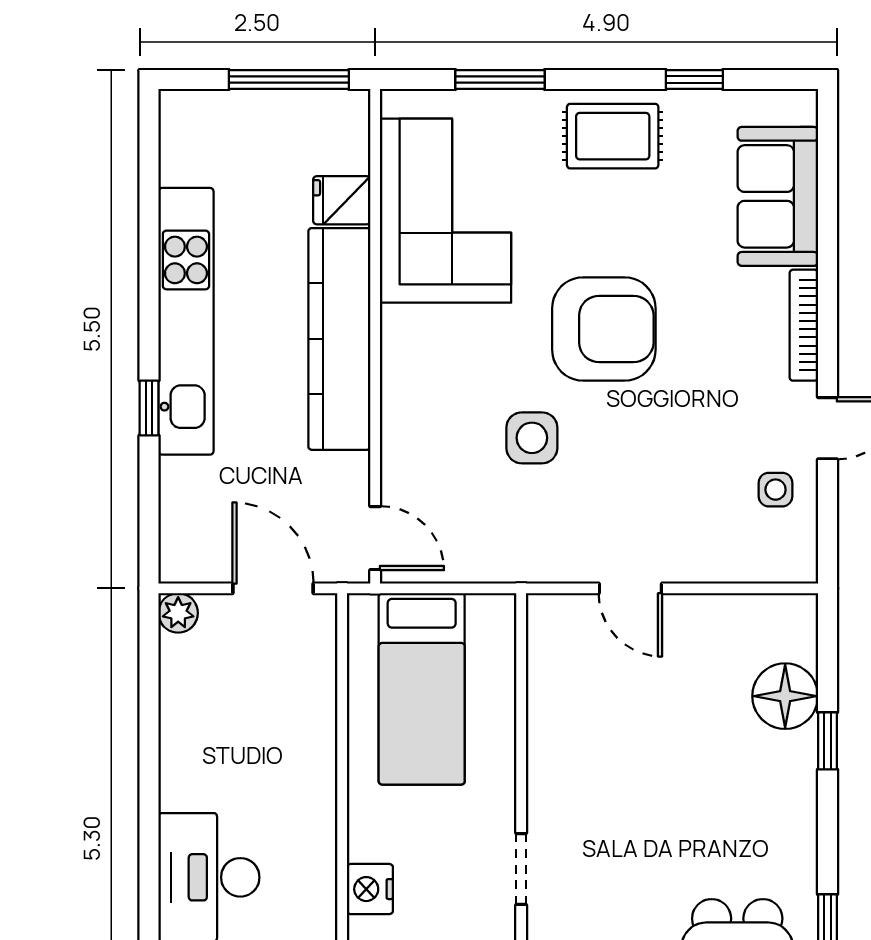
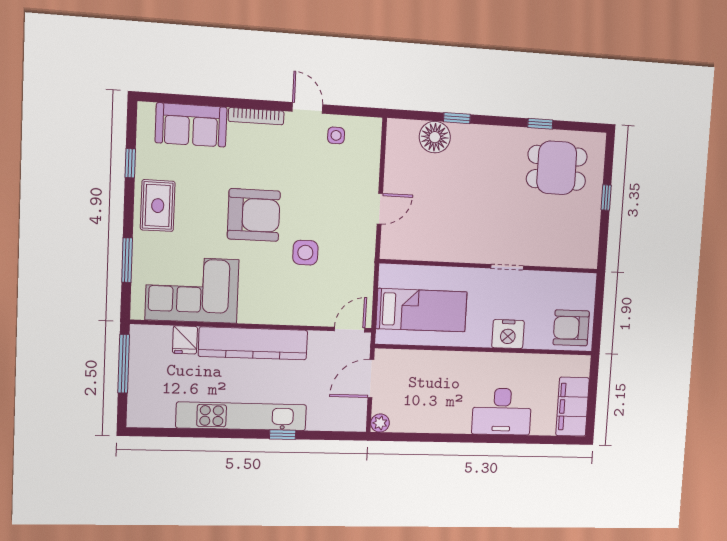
armchair: (604, 329) -> (254, 215), turned 90
nightstand: (370, 889) -> (508, 334), width x1.36, depth x1.33

